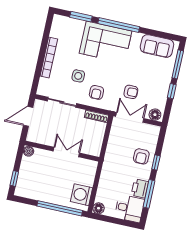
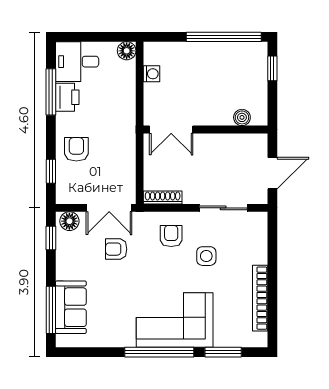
sofa: (157, 46) -> (71, 307), moved, turned 90
bookcase: (49, 57) -> (260, 298), moved
window: (172, 91) -> (51, 238), moved
boiler: (29, 151) -> (242, 117), moved
double door: (66, 152) -> (171, 130), moved
window: (156, 163) -> (51, 171), moved
washing machine: (82, 195) -> (152, 74), width x0.53, depth x0.53
window: (60, 208) -> (224, 37), moved

